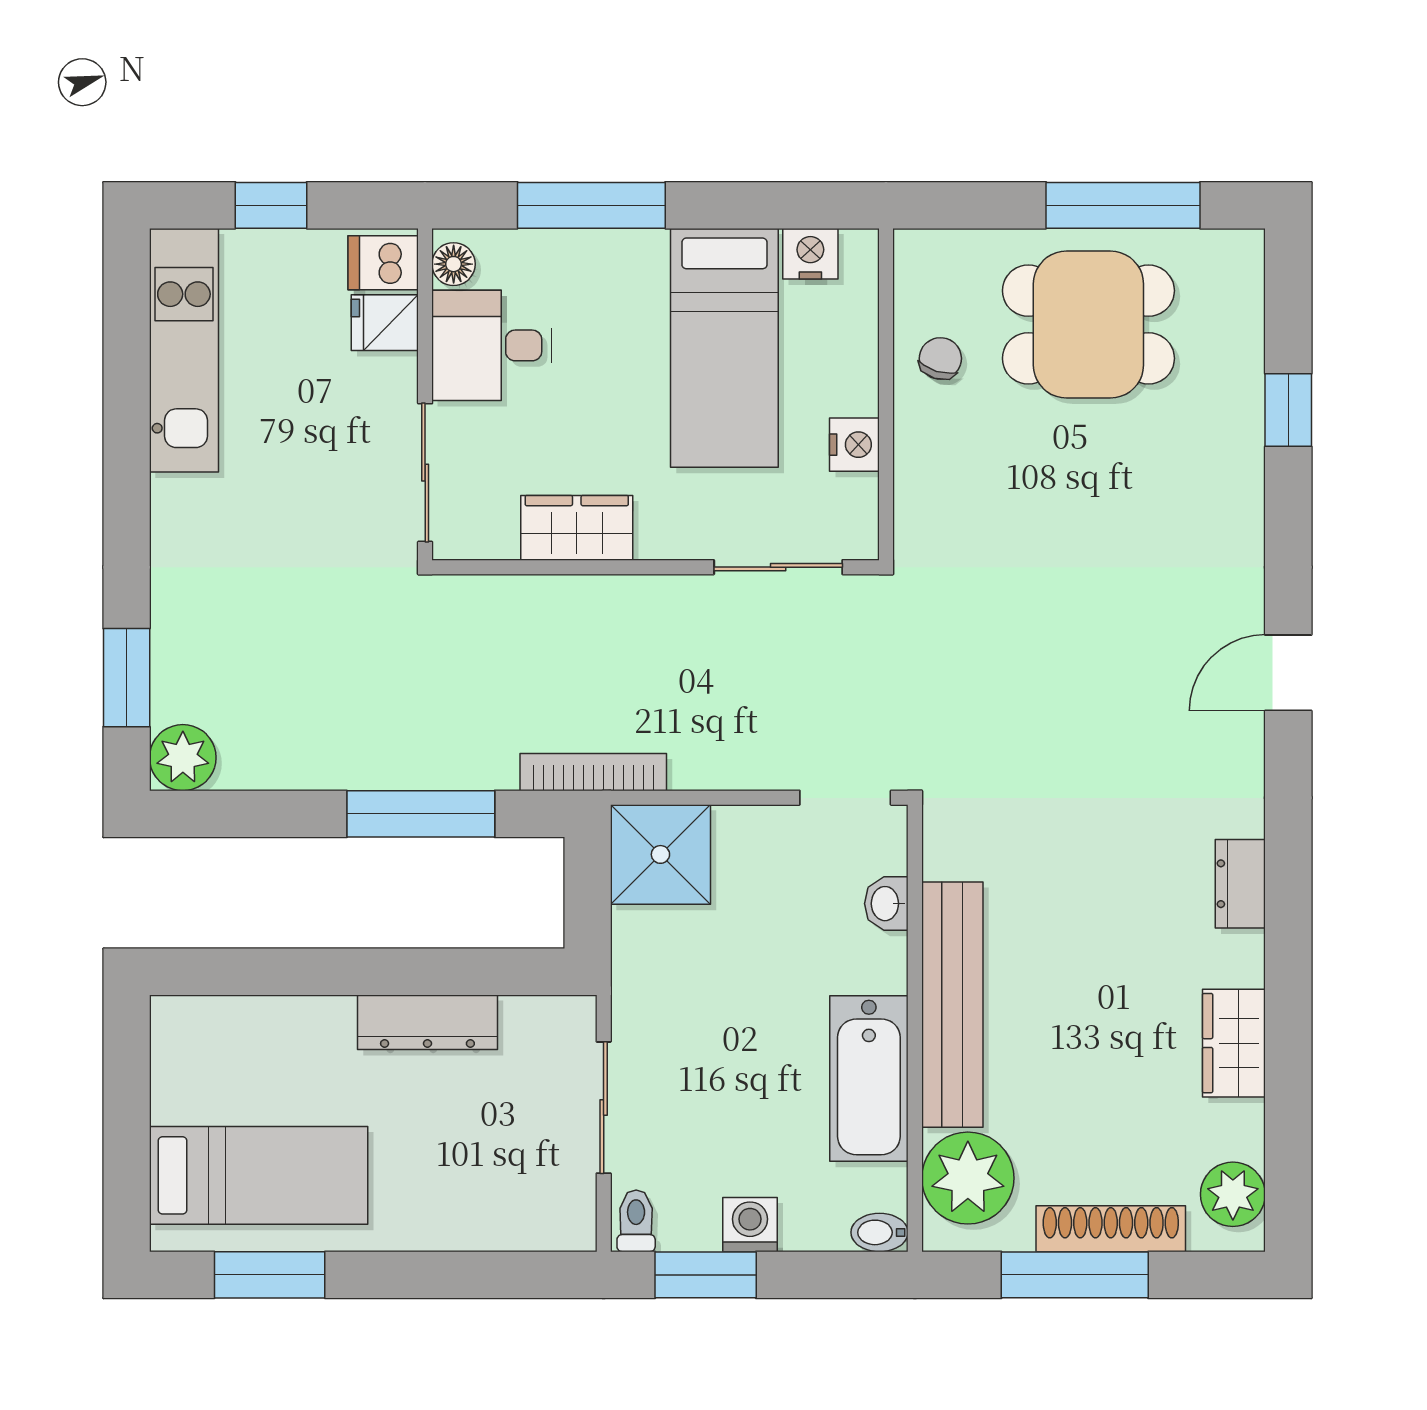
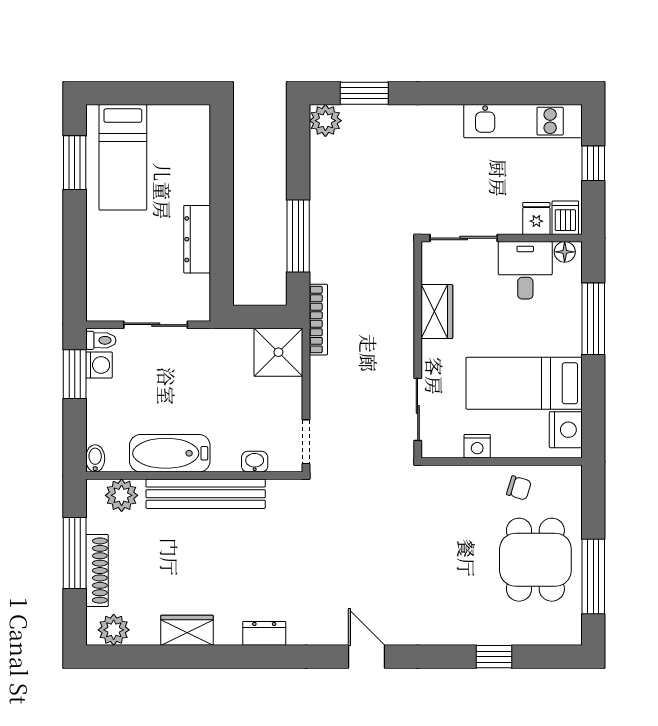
nightstand: (810, 254) -> (566, 430), width x1.36, depth x1.33
plant: (968, 1178) -> (122, 495), width x0.73, depth x0.73
washing machine: (750, 1225) -> (99, 365), moved

